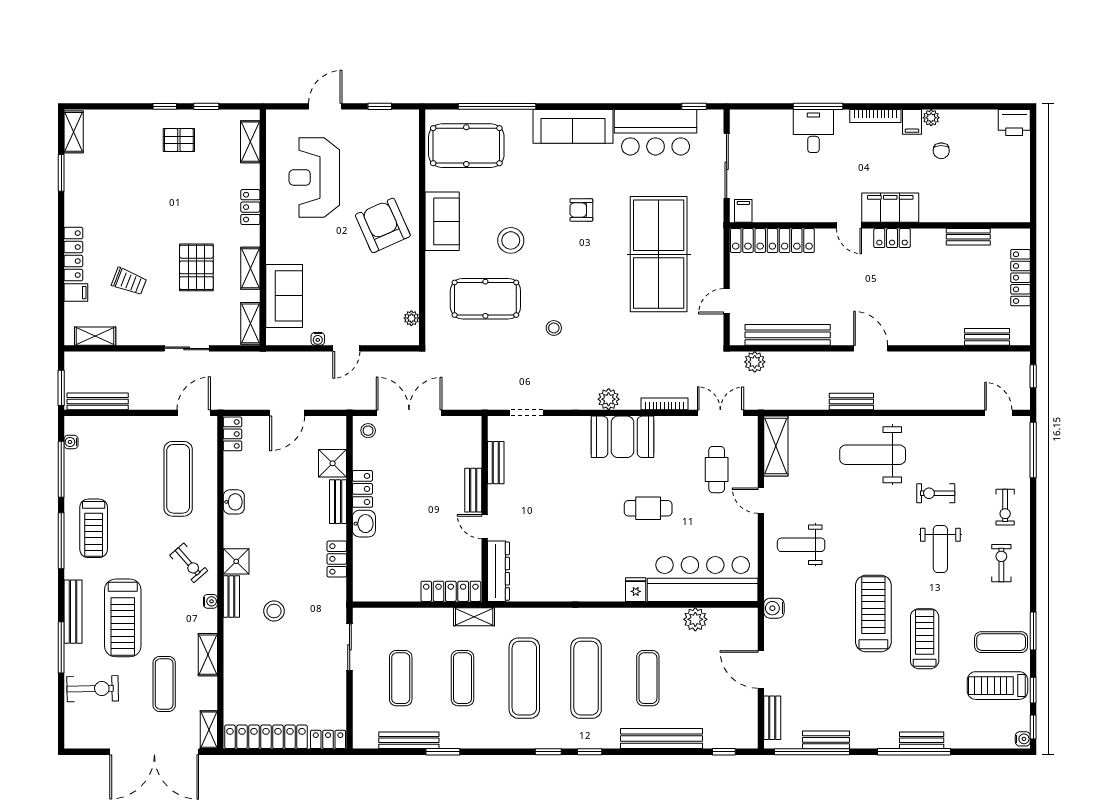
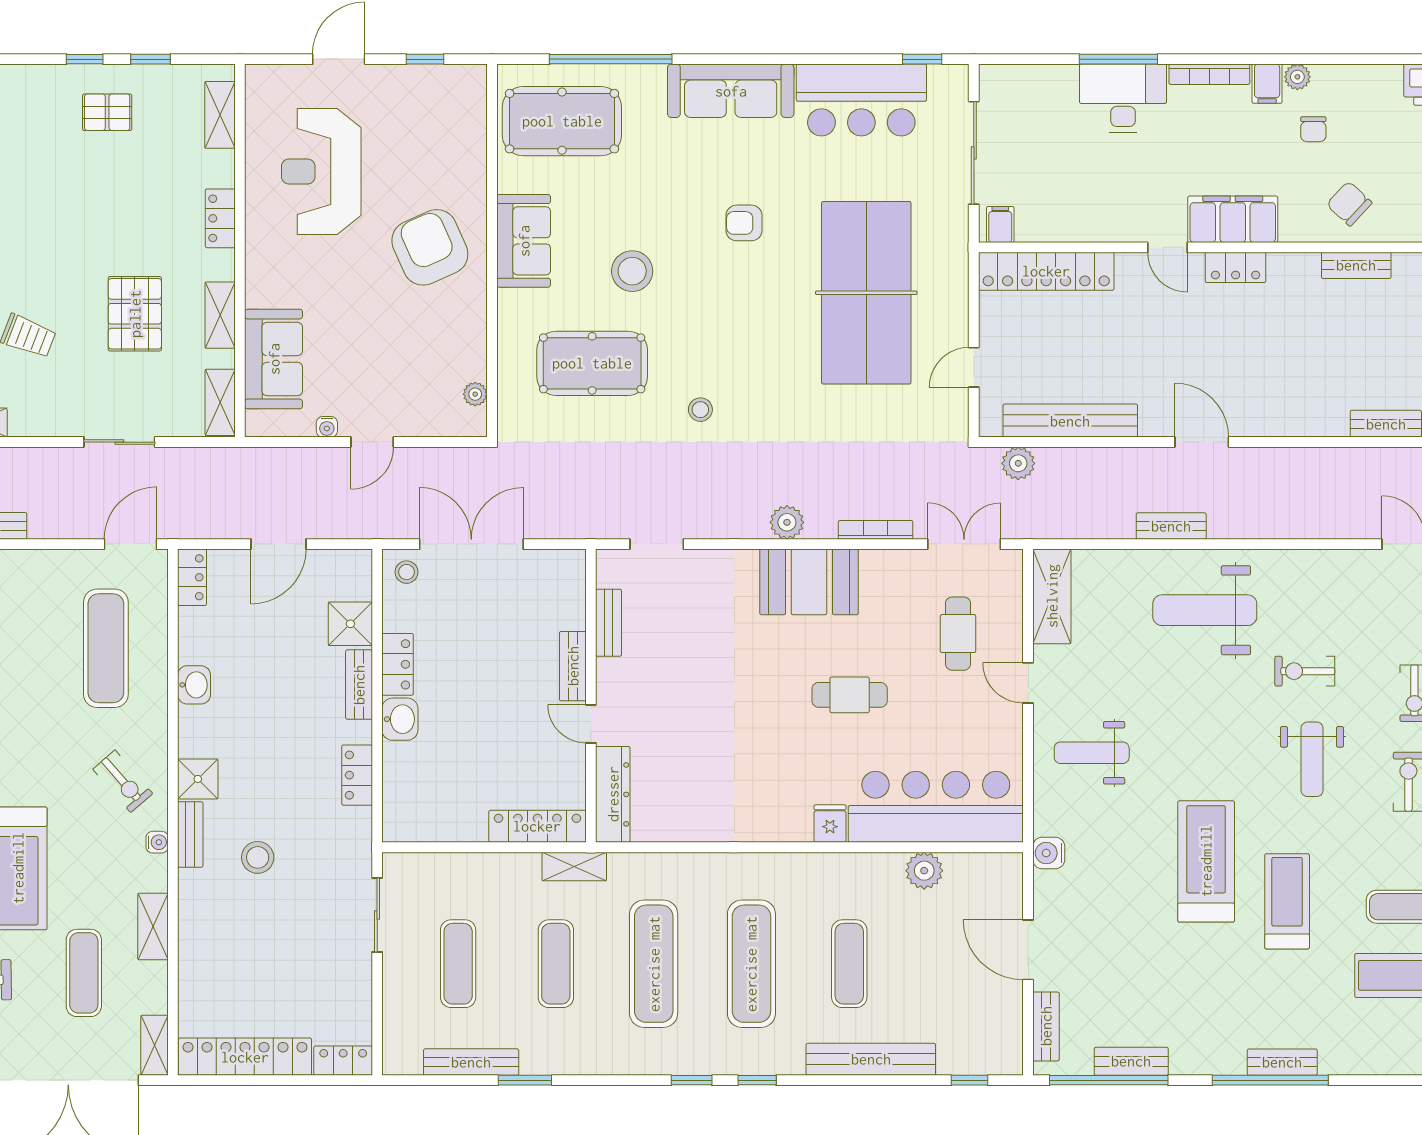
desk: (813, 131) -> (1123, 98), width x1.37
chair: (964, 198) -> (1349, 204), added

